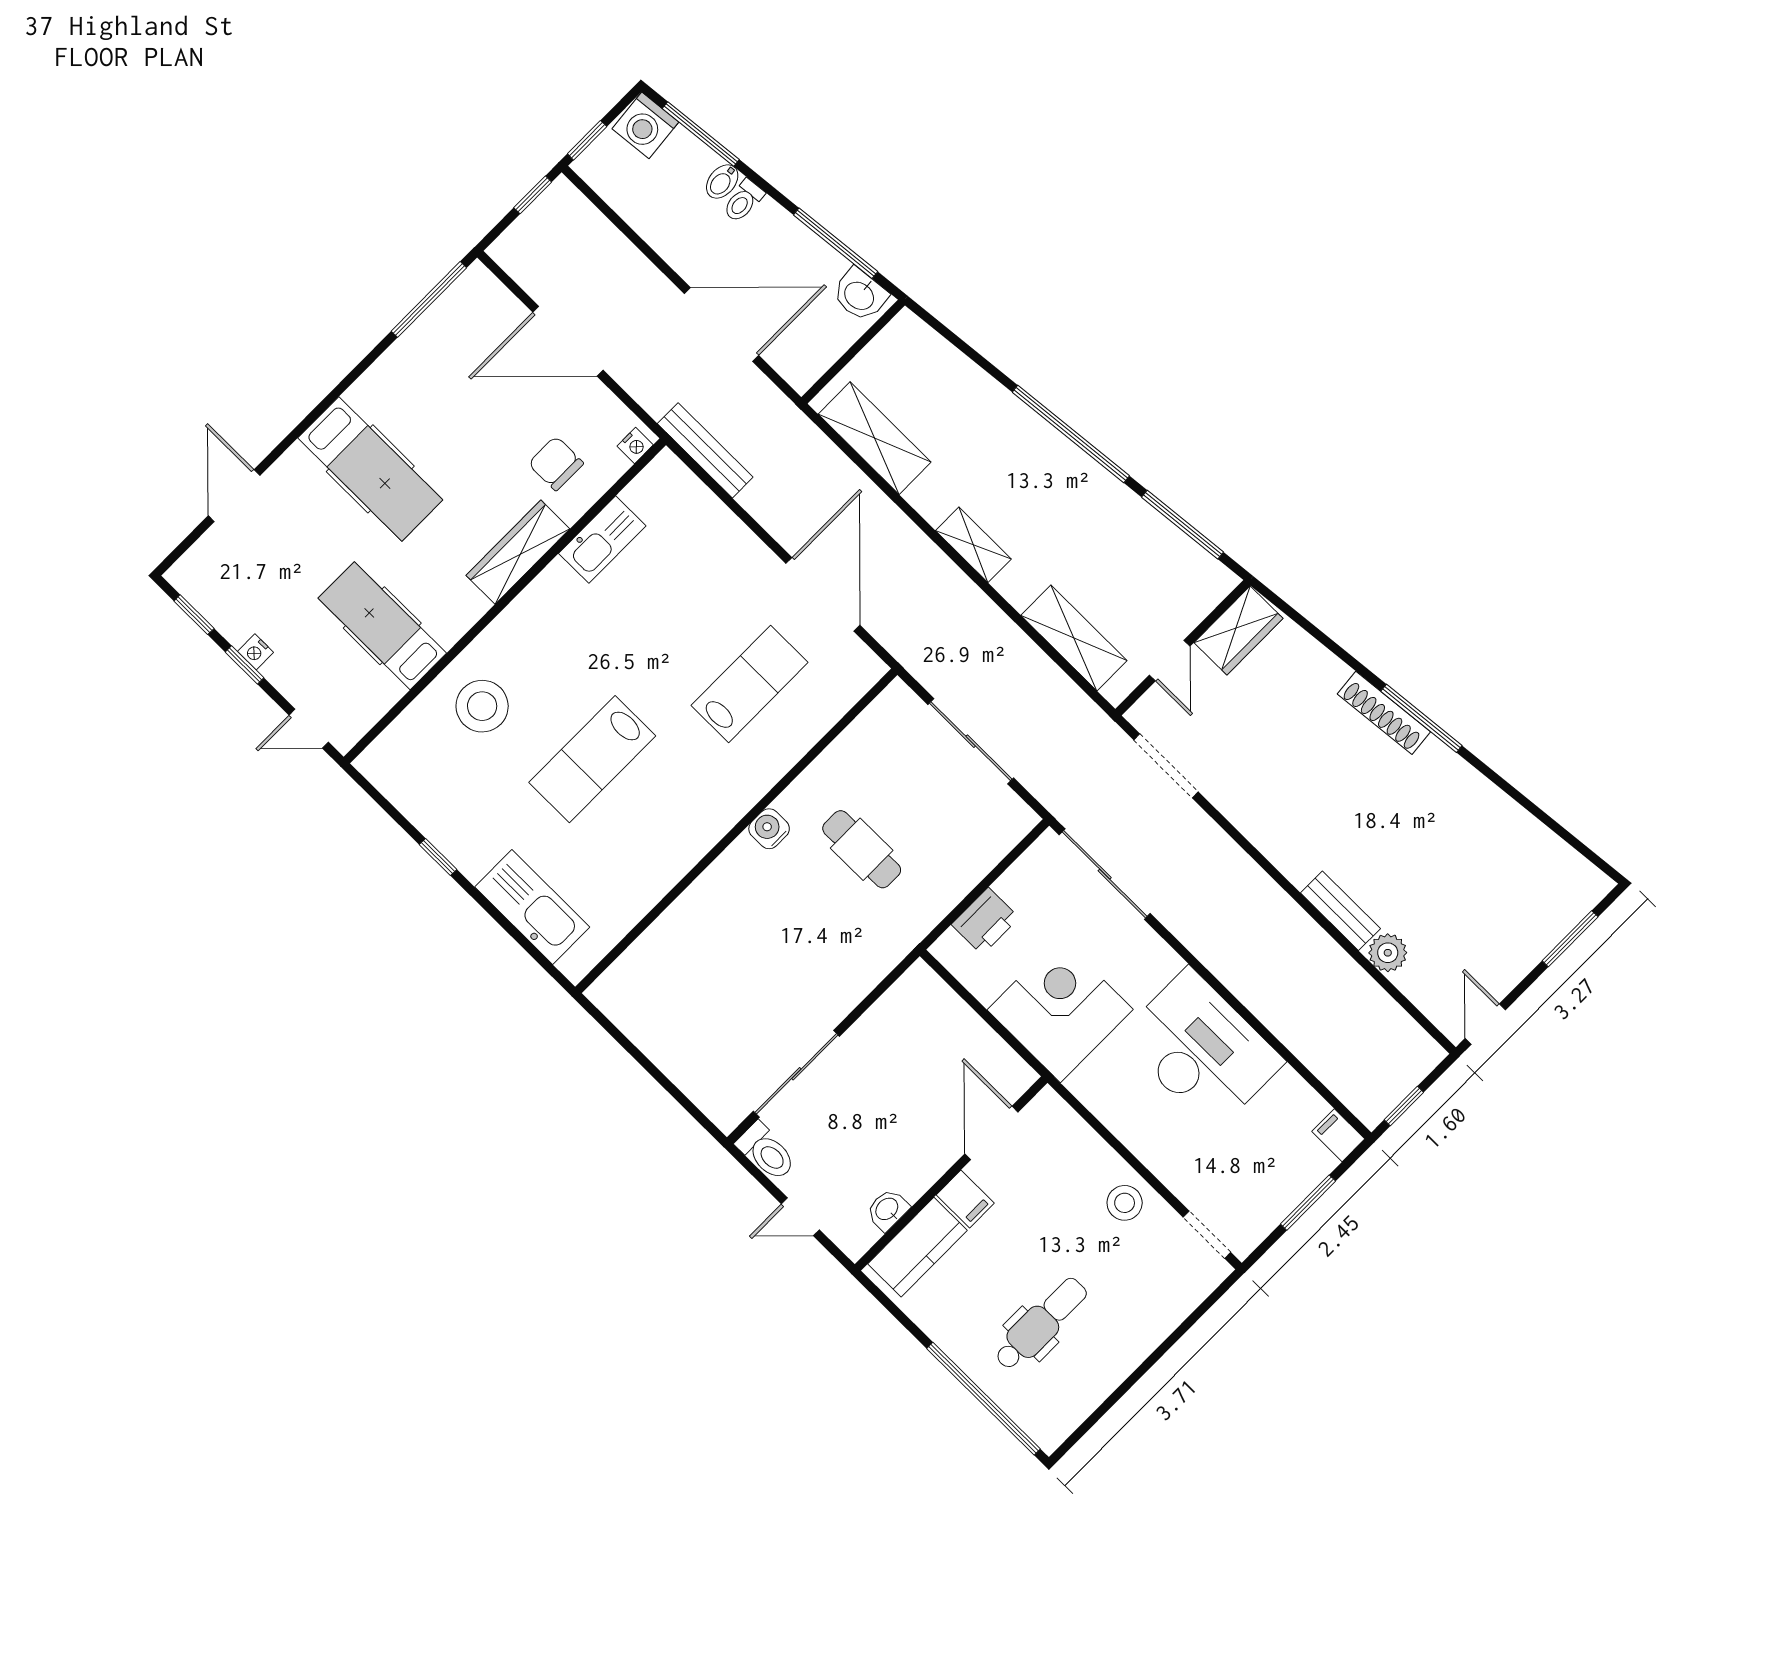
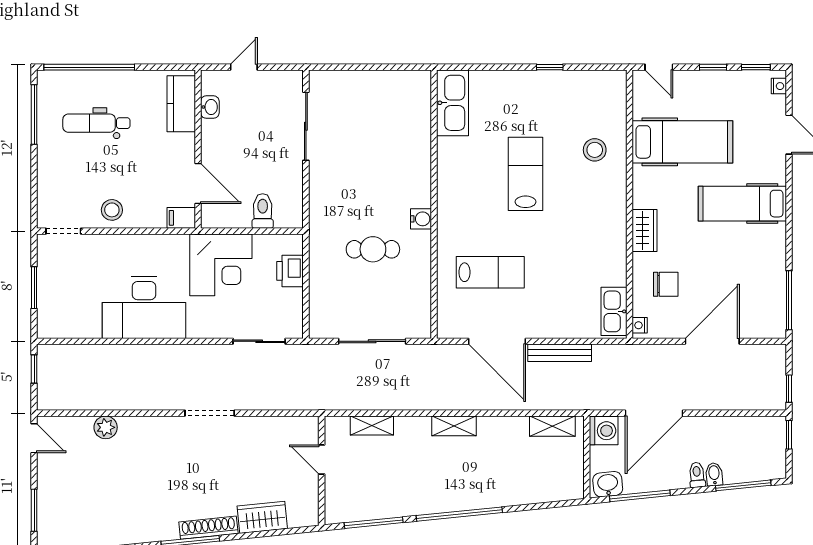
washing machine: (645, 125) -> (604, 431), moved, turned 96
shelving: (875, 438) -> (552, 426), width x0.67, depth x0.75
bench: (705, 450) -> (560, 353), moved
kitchen sink: (602, 540) -> (614, 311), moved
wardrobe: (518, 552) -> (644, 231), width x0.67
hospital bed: (382, 626) -> (682, 142), width x1.37, depth x1.29
wardrobe: (1239, 631) -> (262, 517), moved, turned 84
shelving: (1074, 638) -> (372, 426), width x0.67, depth x0.75
nightstand: (256, 652) -> (779, 86), moved, turned 90
lab bench: (750, 684) -> (490, 272), turned -90
stool: (482, 706) -> (595, 150), width x0.73, depth x0.73
door: (309, 729) -> (659, 67), swing flipped
doorway: (1166, 766) -> (210, 413), moved
sliding door: (1105, 874) -> (259, 341), width x0.73
kitchen sink: (532, 907) -> (452, 103), moved, turned -90
bench: (1340, 911) -> (143, 425), removed
filing cabinet: (1338, 1135) -> (50, 329), removed
toilet: (766, 1152) -> (263, 211), moved, turned 90
filing cabinet: (965, 1199) -> (181, 218), moved
dental chair: (1041, 1324) -> (96, 123), turned 90
window: (1105, 1407) -> (34, 115), added

